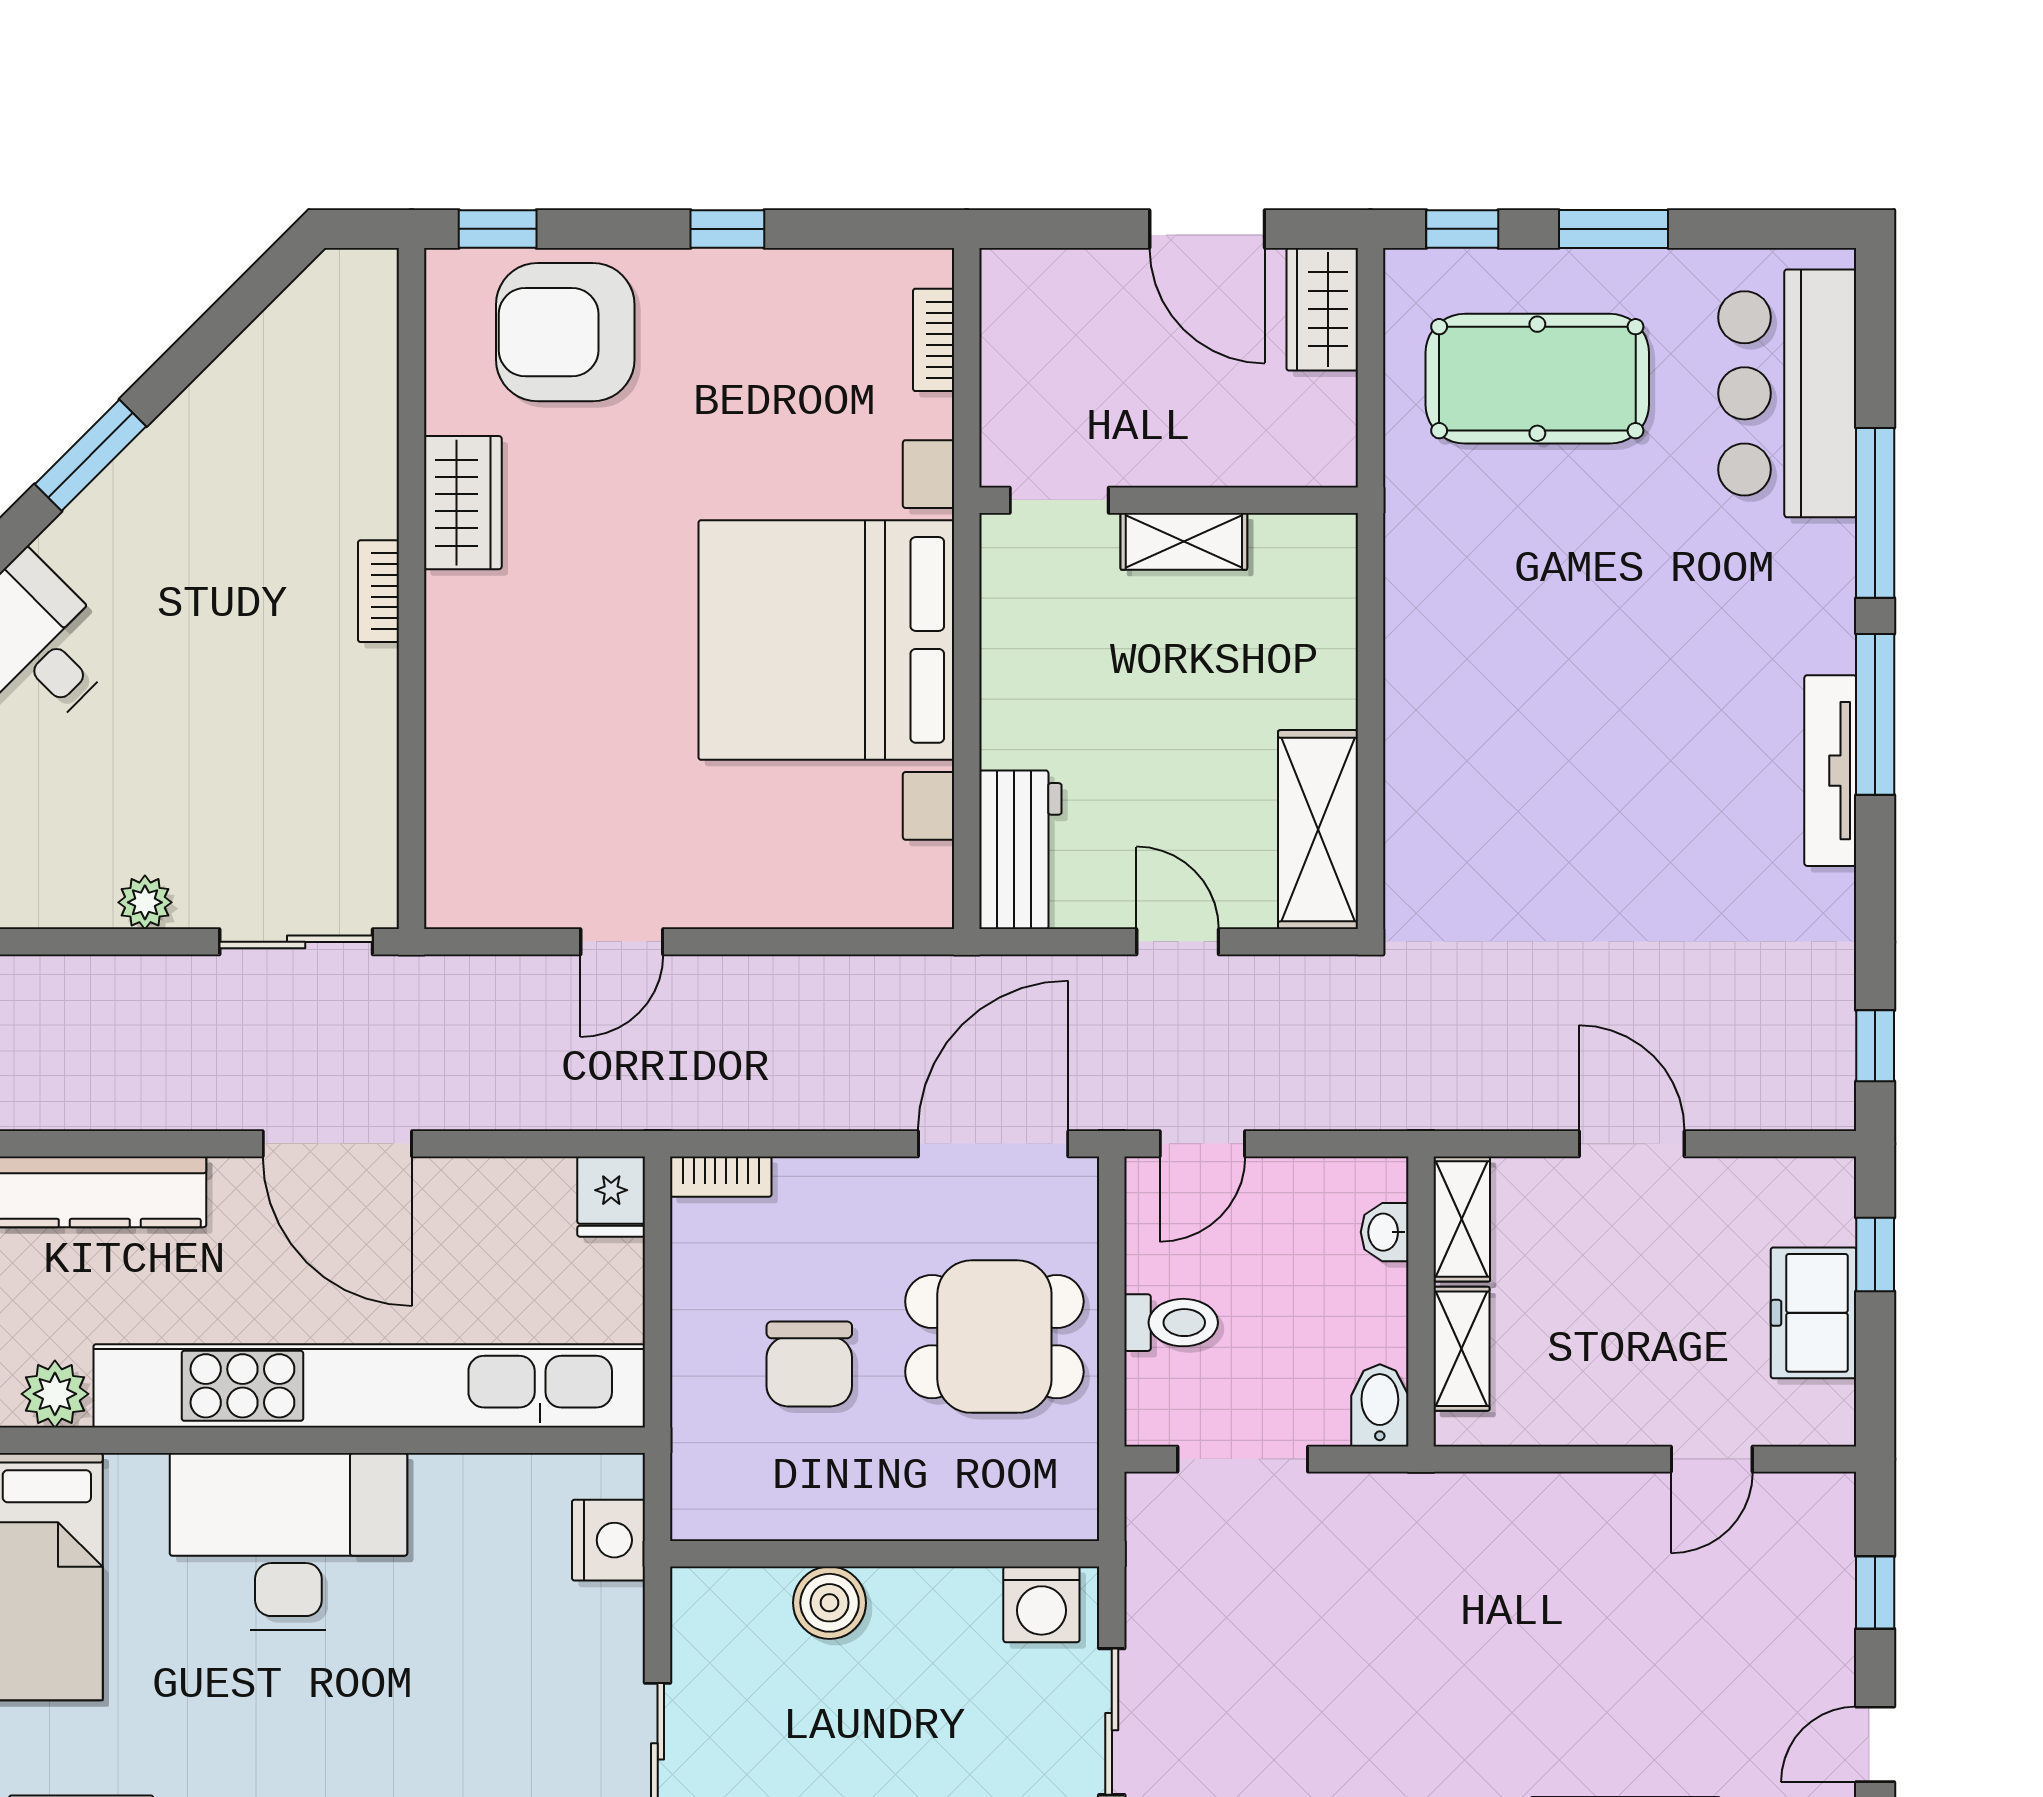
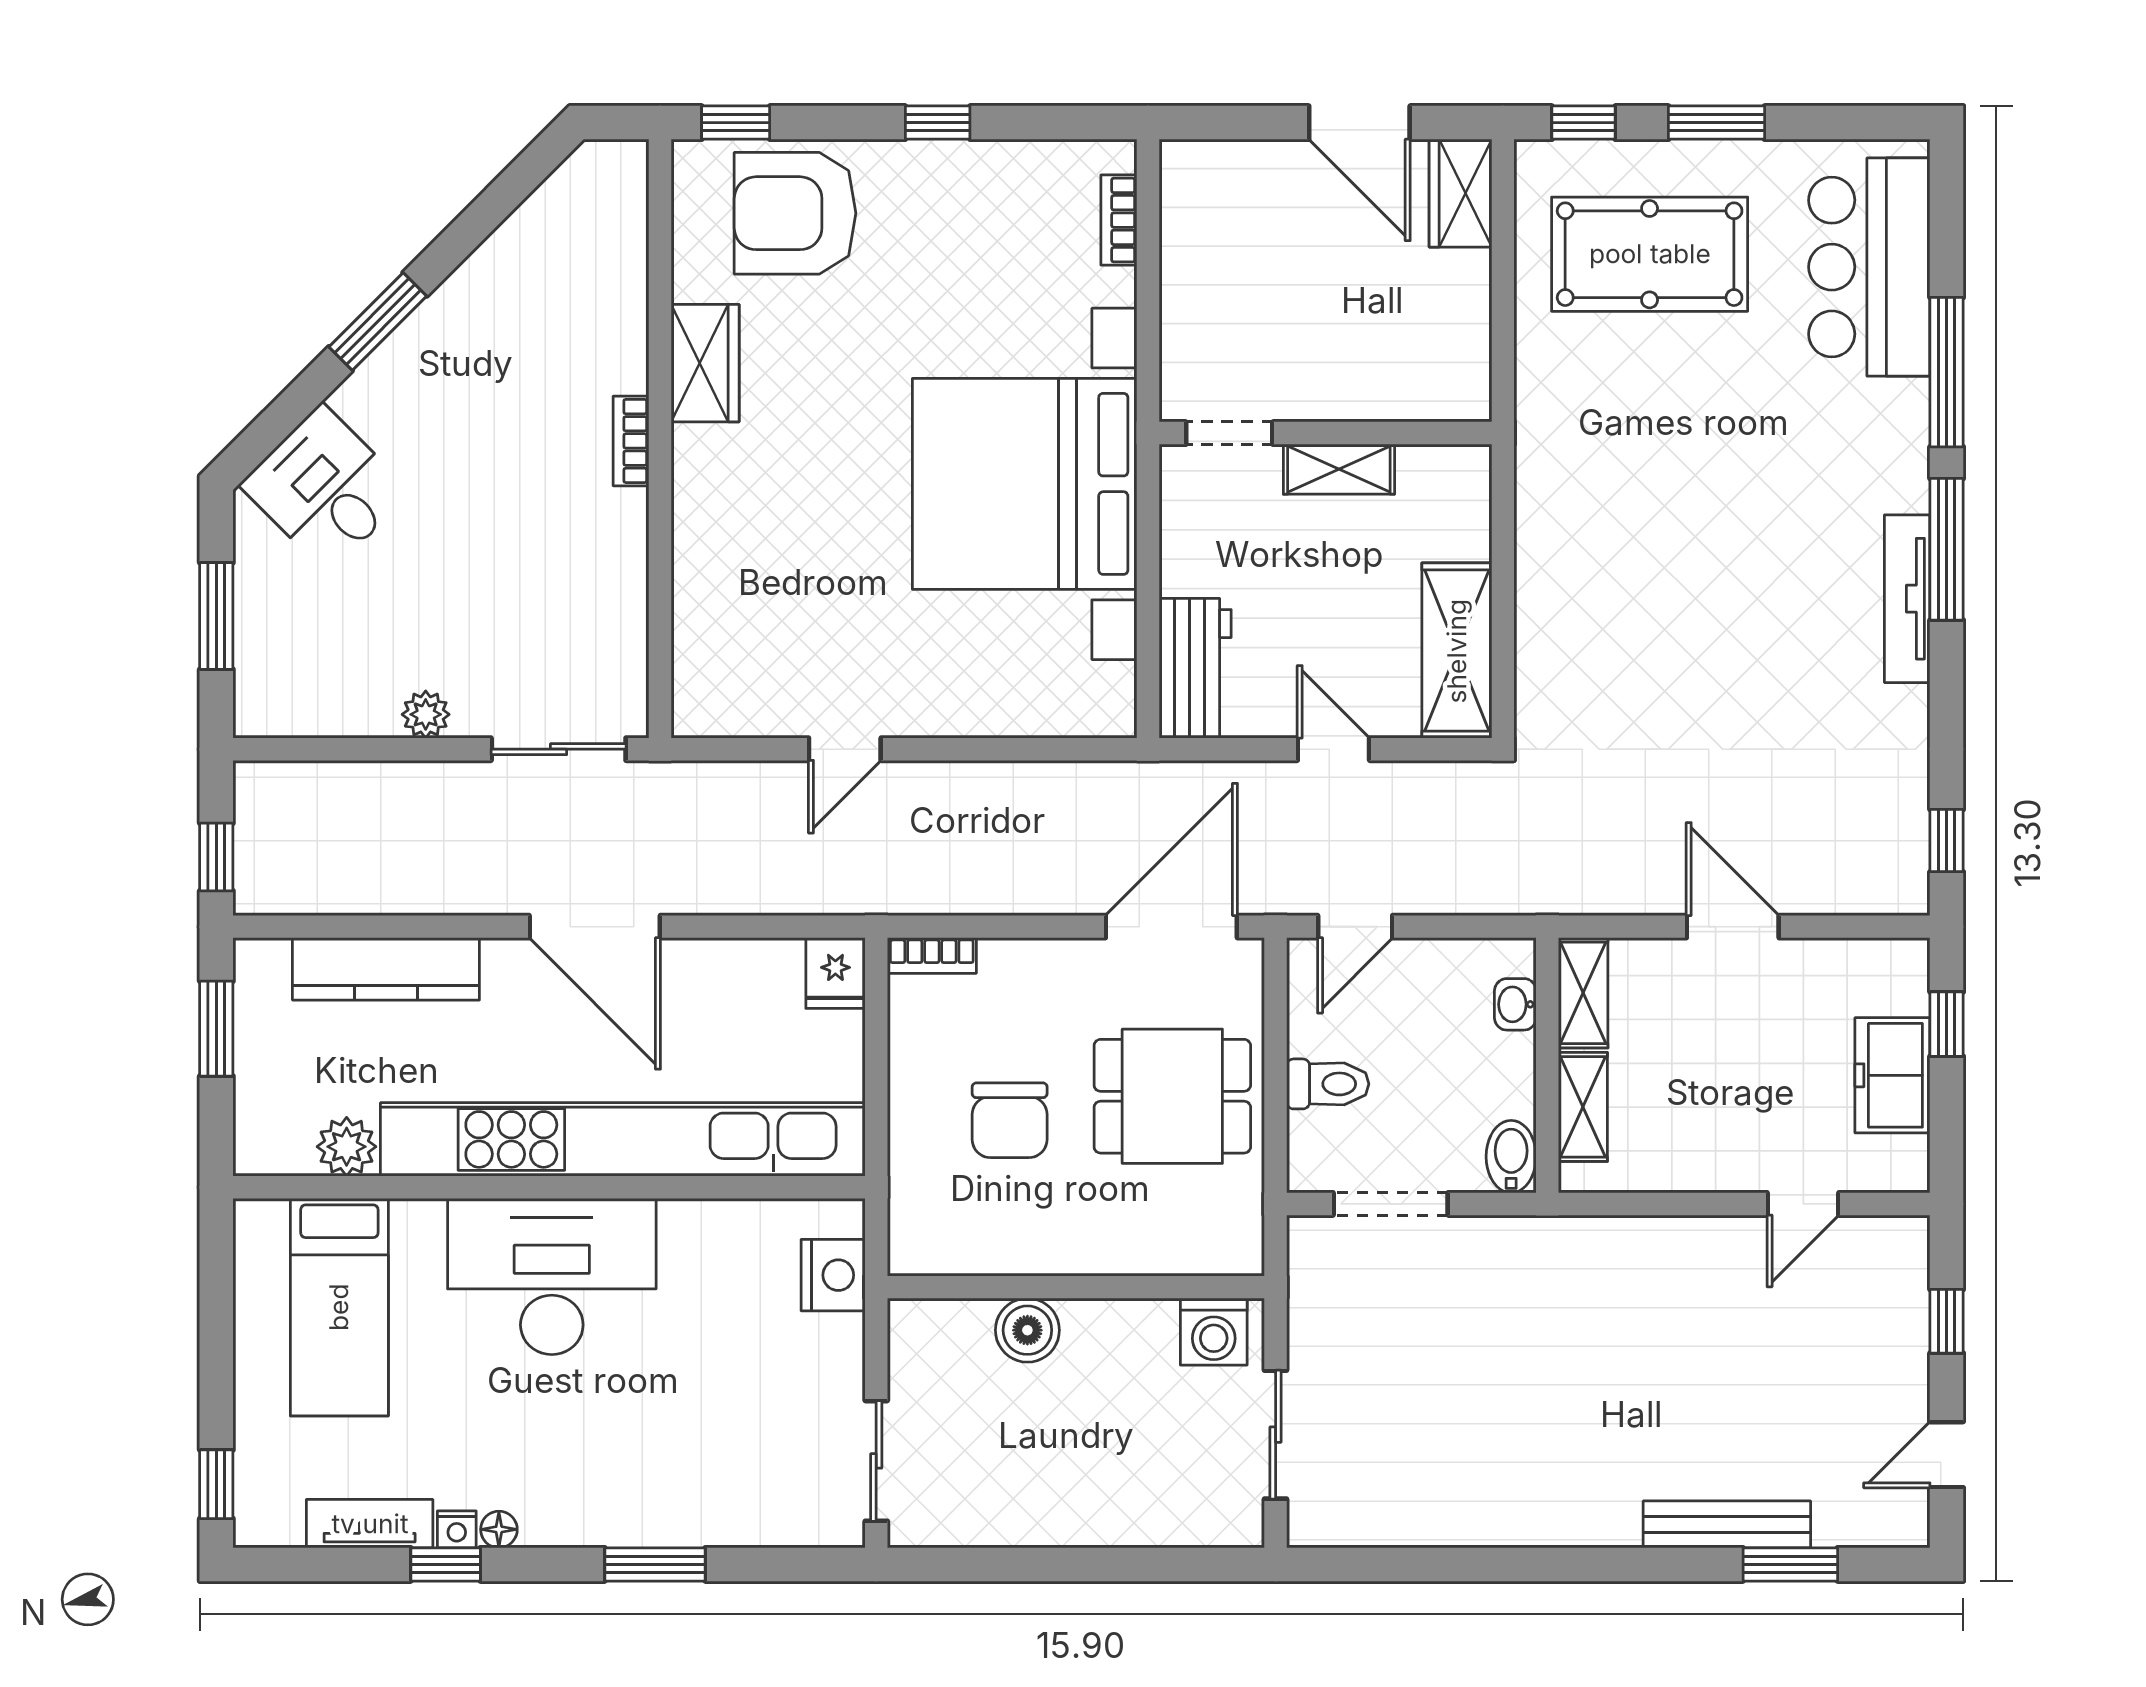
doorway: (1059, 500) -> (1229, 433), moved
wall: (1169, 500) -> (1325, 433), moved
shelving: (1184, 541) -> (1339, 469), moved

